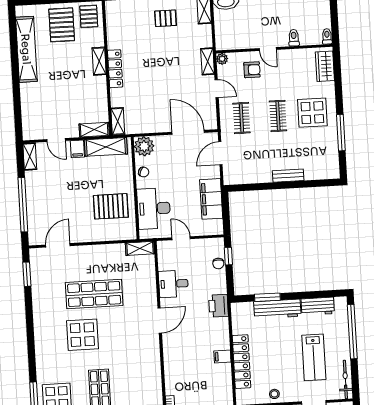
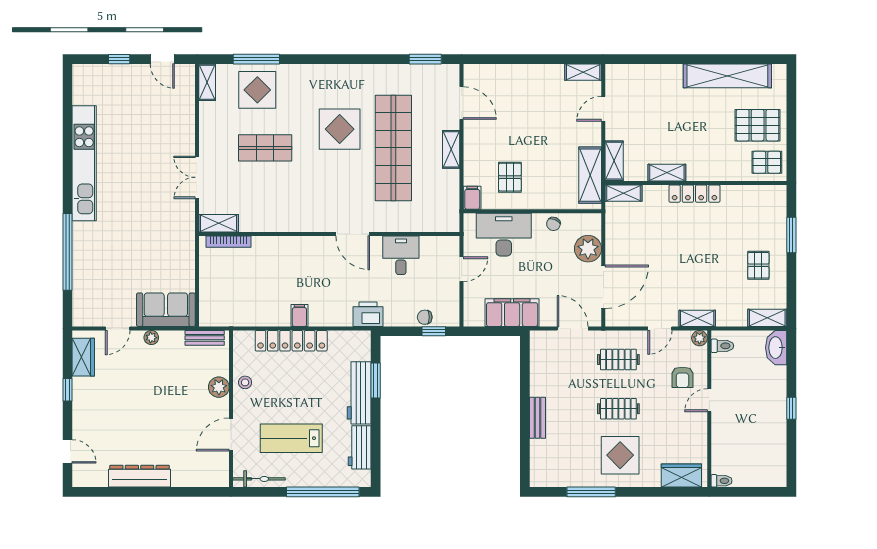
toilet: (294, 38) -> (722, 346), moved
shelving: (99, 61) -> (667, 173), moved
plant: (144, 146) -> (588, 249), moved
filing cabinet: (77, 149) -> (472, 198), moved, turned 90
window: (23, 205) -> (519, 59), removed
pallet: (111, 206) -> (510, 177), width x0.67, depth x0.71
shelving: (140, 248) -> (451, 149), moved
shop shelf: (94, 294) -> (393, 148), width x1.40

